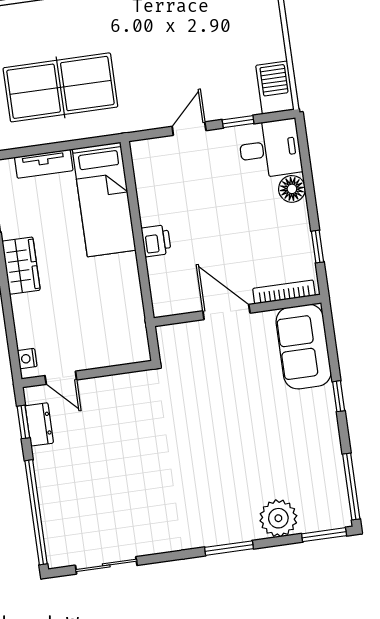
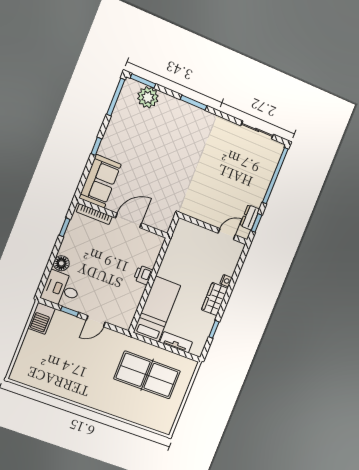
door: (226, 312) -> (129, 220), swing flipped
nightstand: (27, 359) -> (226, 281), moved
door: (61, 378) -> (227, 234), hinge flipped
plant: (278, 518) -> (148, 97), moved

